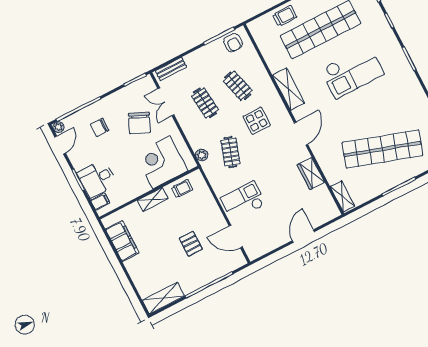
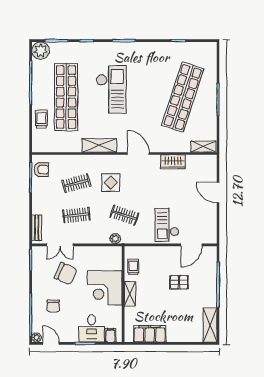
corner desk: (161, 162) -> (105, 288), moved

